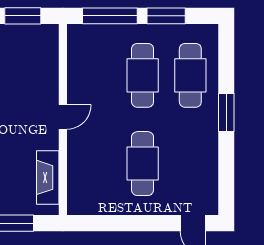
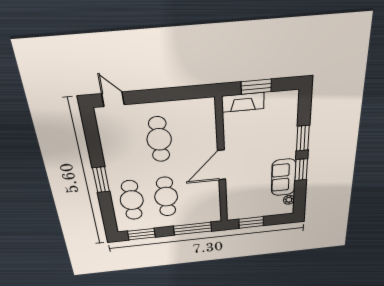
window: (166, 16) -> (142, 234), moved
door: (63, 117) -> (222, 165), width x1.87
fireplace: (48, 177) -> (243, 102), moved, turned 90

